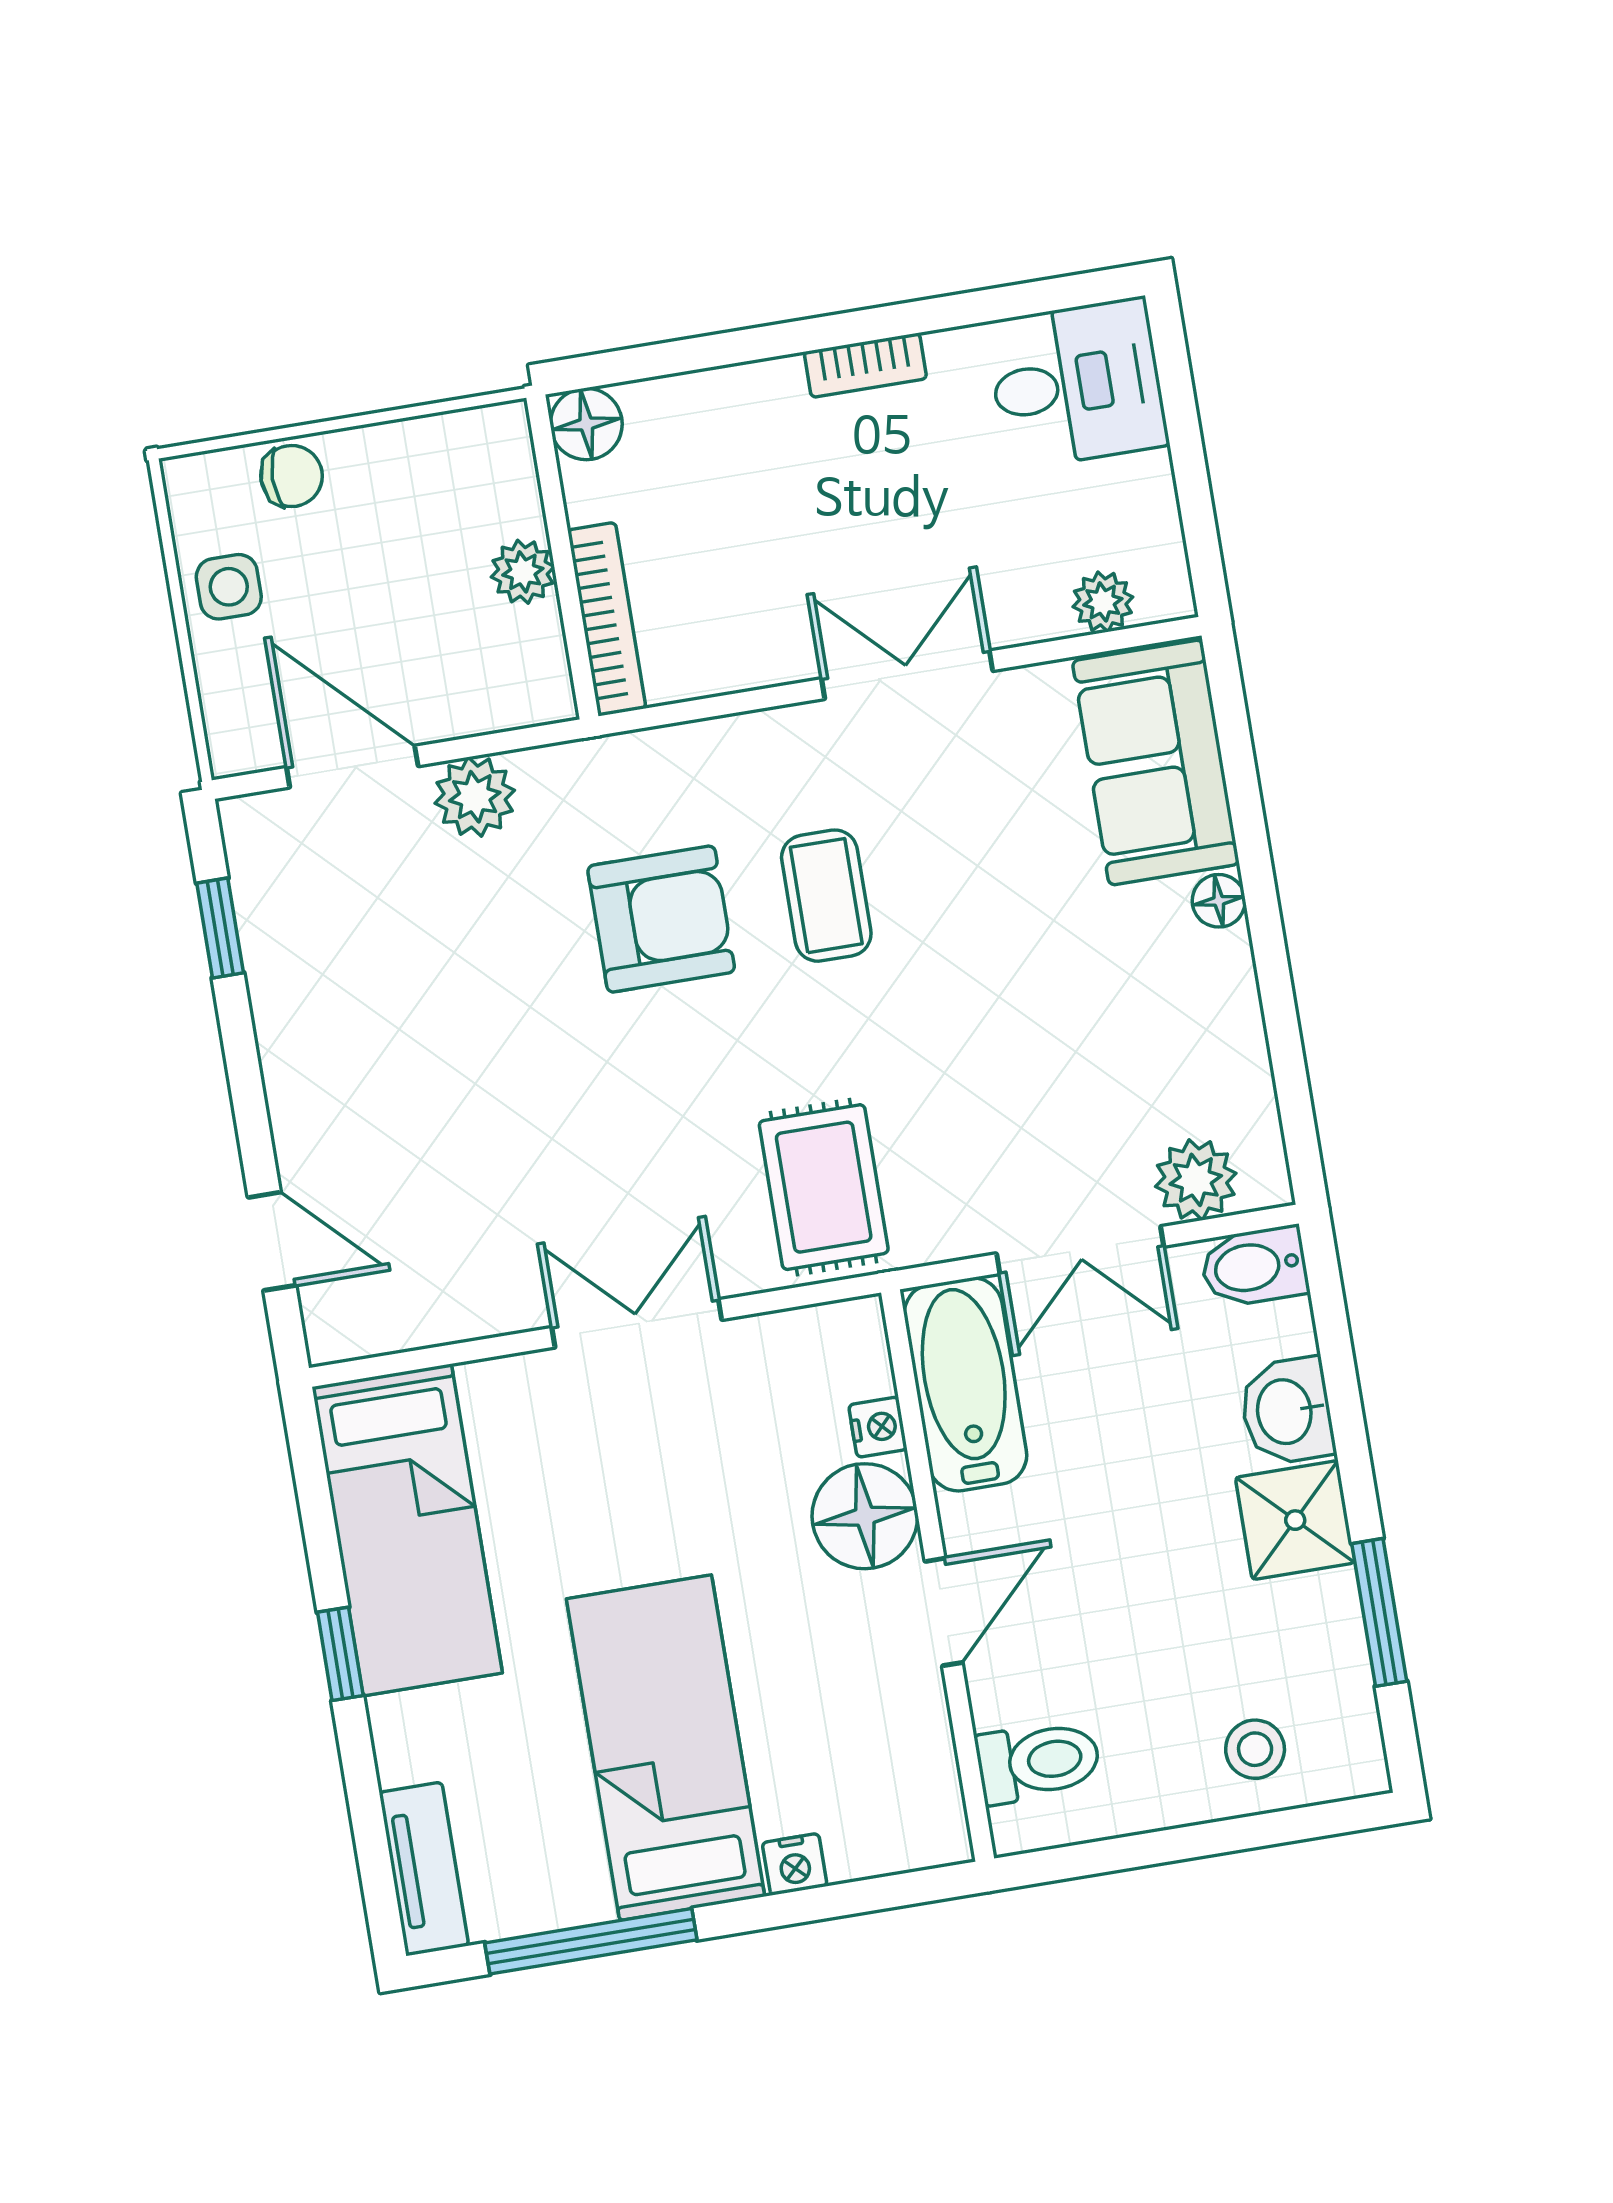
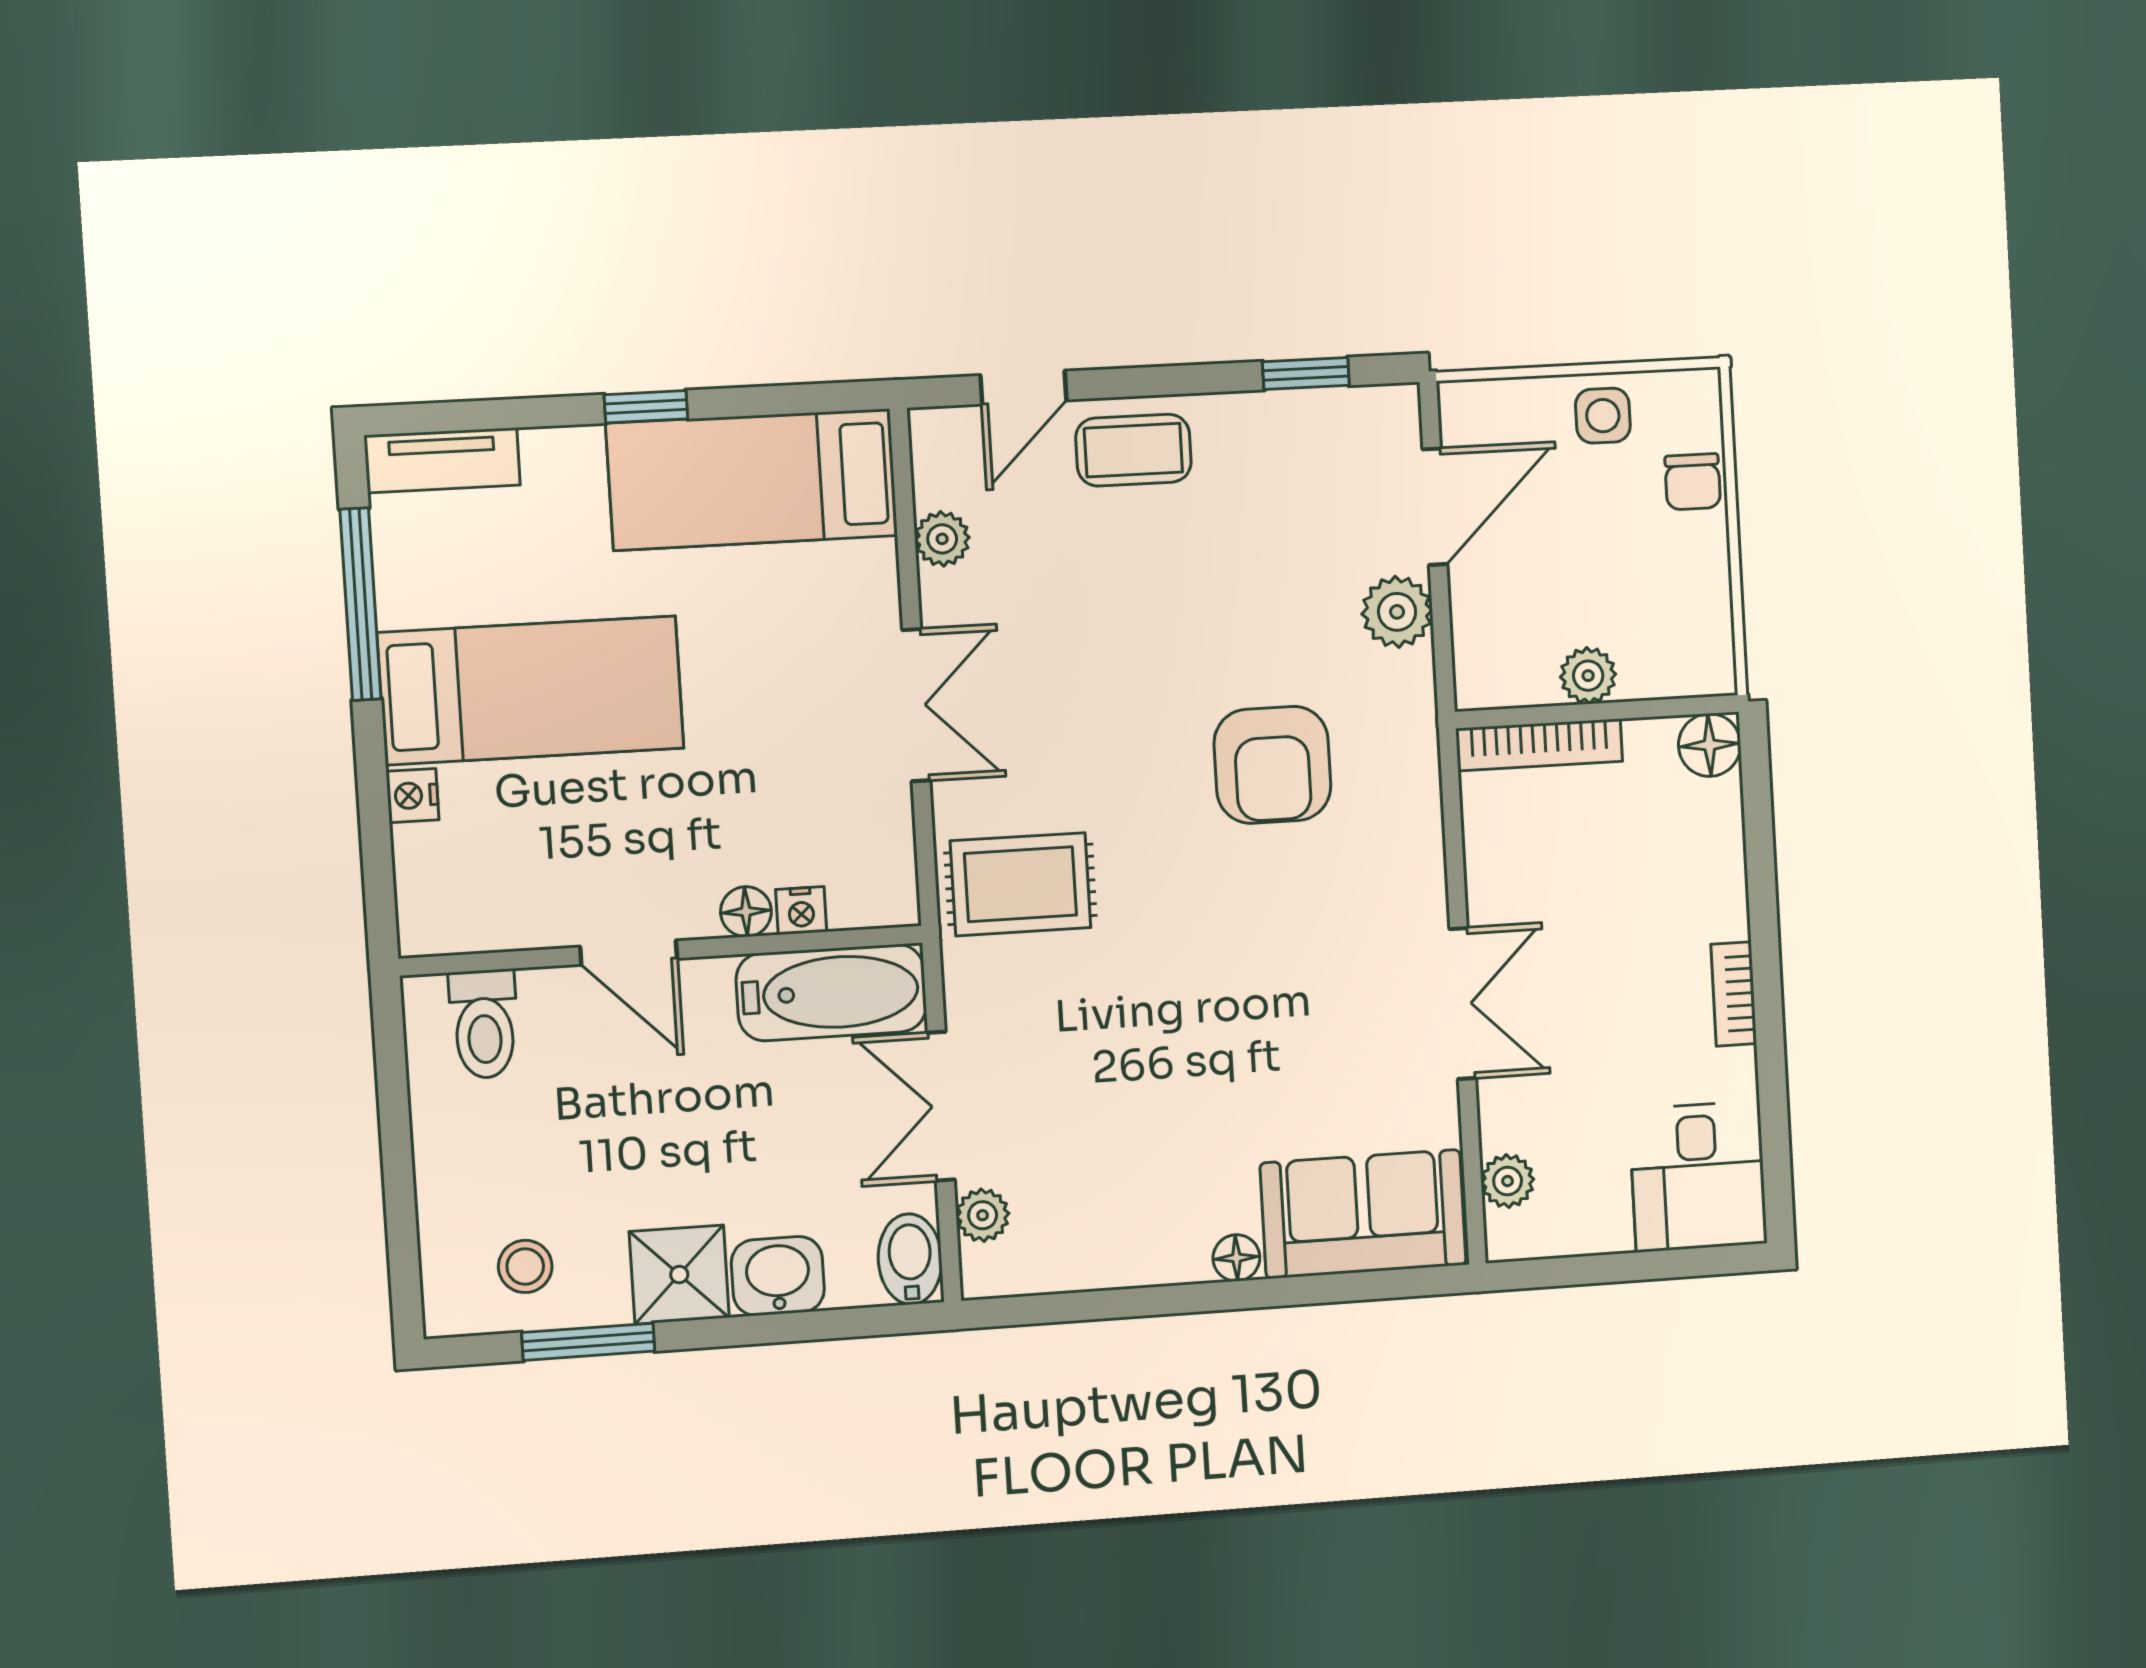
coffee table: (826, 896) -> (1133, 450), moved
plant: (1196, 1180) -> (983, 1215), width x0.73, depth x0.73
plant: (449, 1314) -> (942, 539), added
floor lamp: (865, 1516) -> (746, 912), width x0.53, depth x0.53
stool: (1255, 1749) -> (525, 1266), moved

